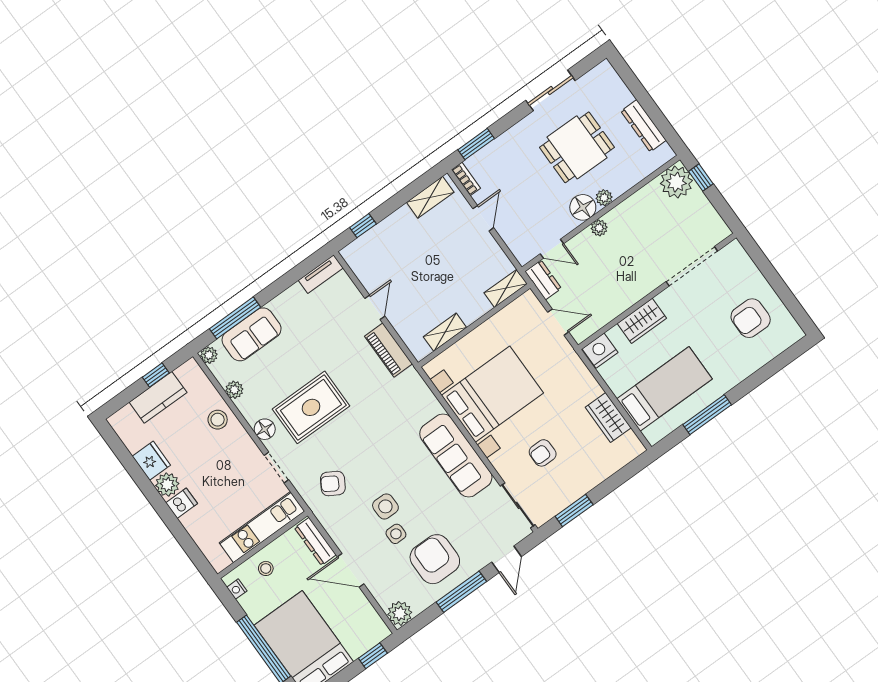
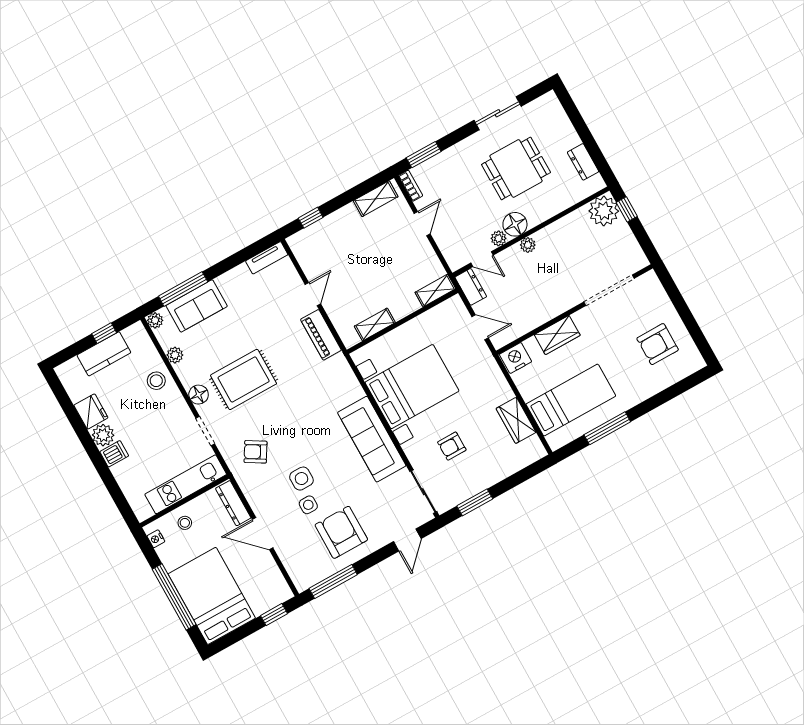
dresser: (644, 126) -> (583, 162), width x0.70
plant: (604, 198) -> (499, 238), moved
window: (461, 592) -> (333, 581), moved
plant: (400, 613) -> (303, 579), removed

